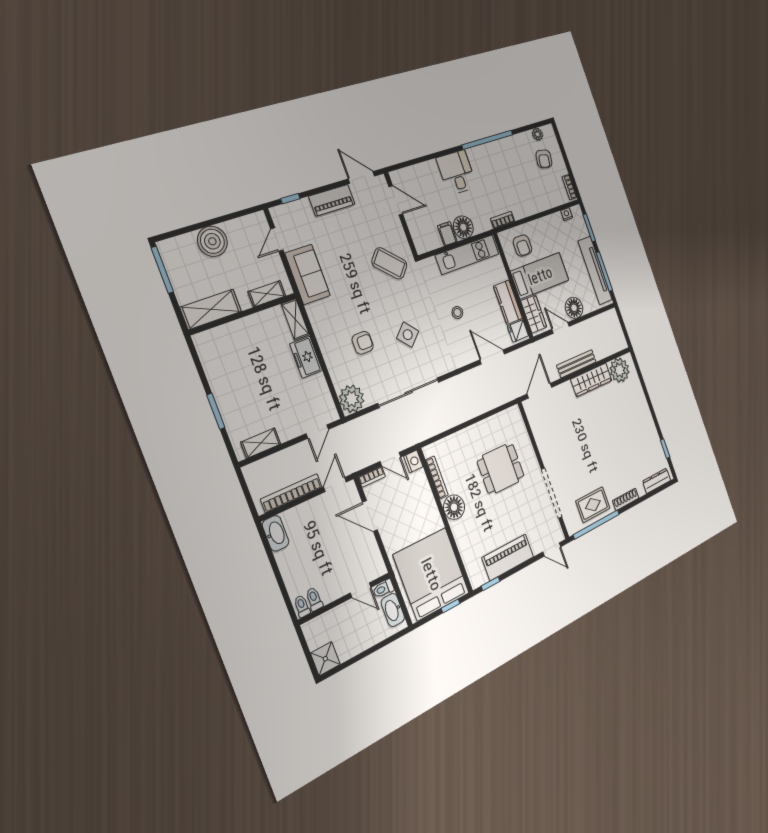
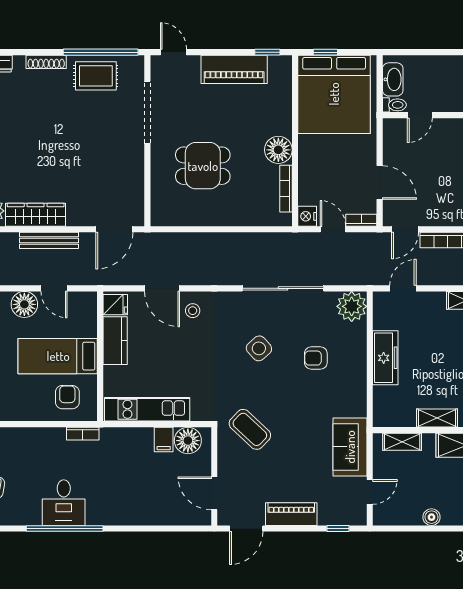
desk: (457, 173) -> (64, 503), moved
door: (361, 177) -> (246, 529), hinge flipped
floor lamp: (463, 227) -> (188, 441), moved
boiler: (212, 241) -> (432, 517), width x0.54, depth x0.54
stool: (457, 313) -> (193, 311), moved
wardrobe: (534, 314) -> (85, 316), removed
shelving: (295, 319) -> (437, 418), moved, turned 90
freezer: (306, 357) -> (385, 358), width x1.40
door: (361, 590) -> (420, 115), swing flipped

